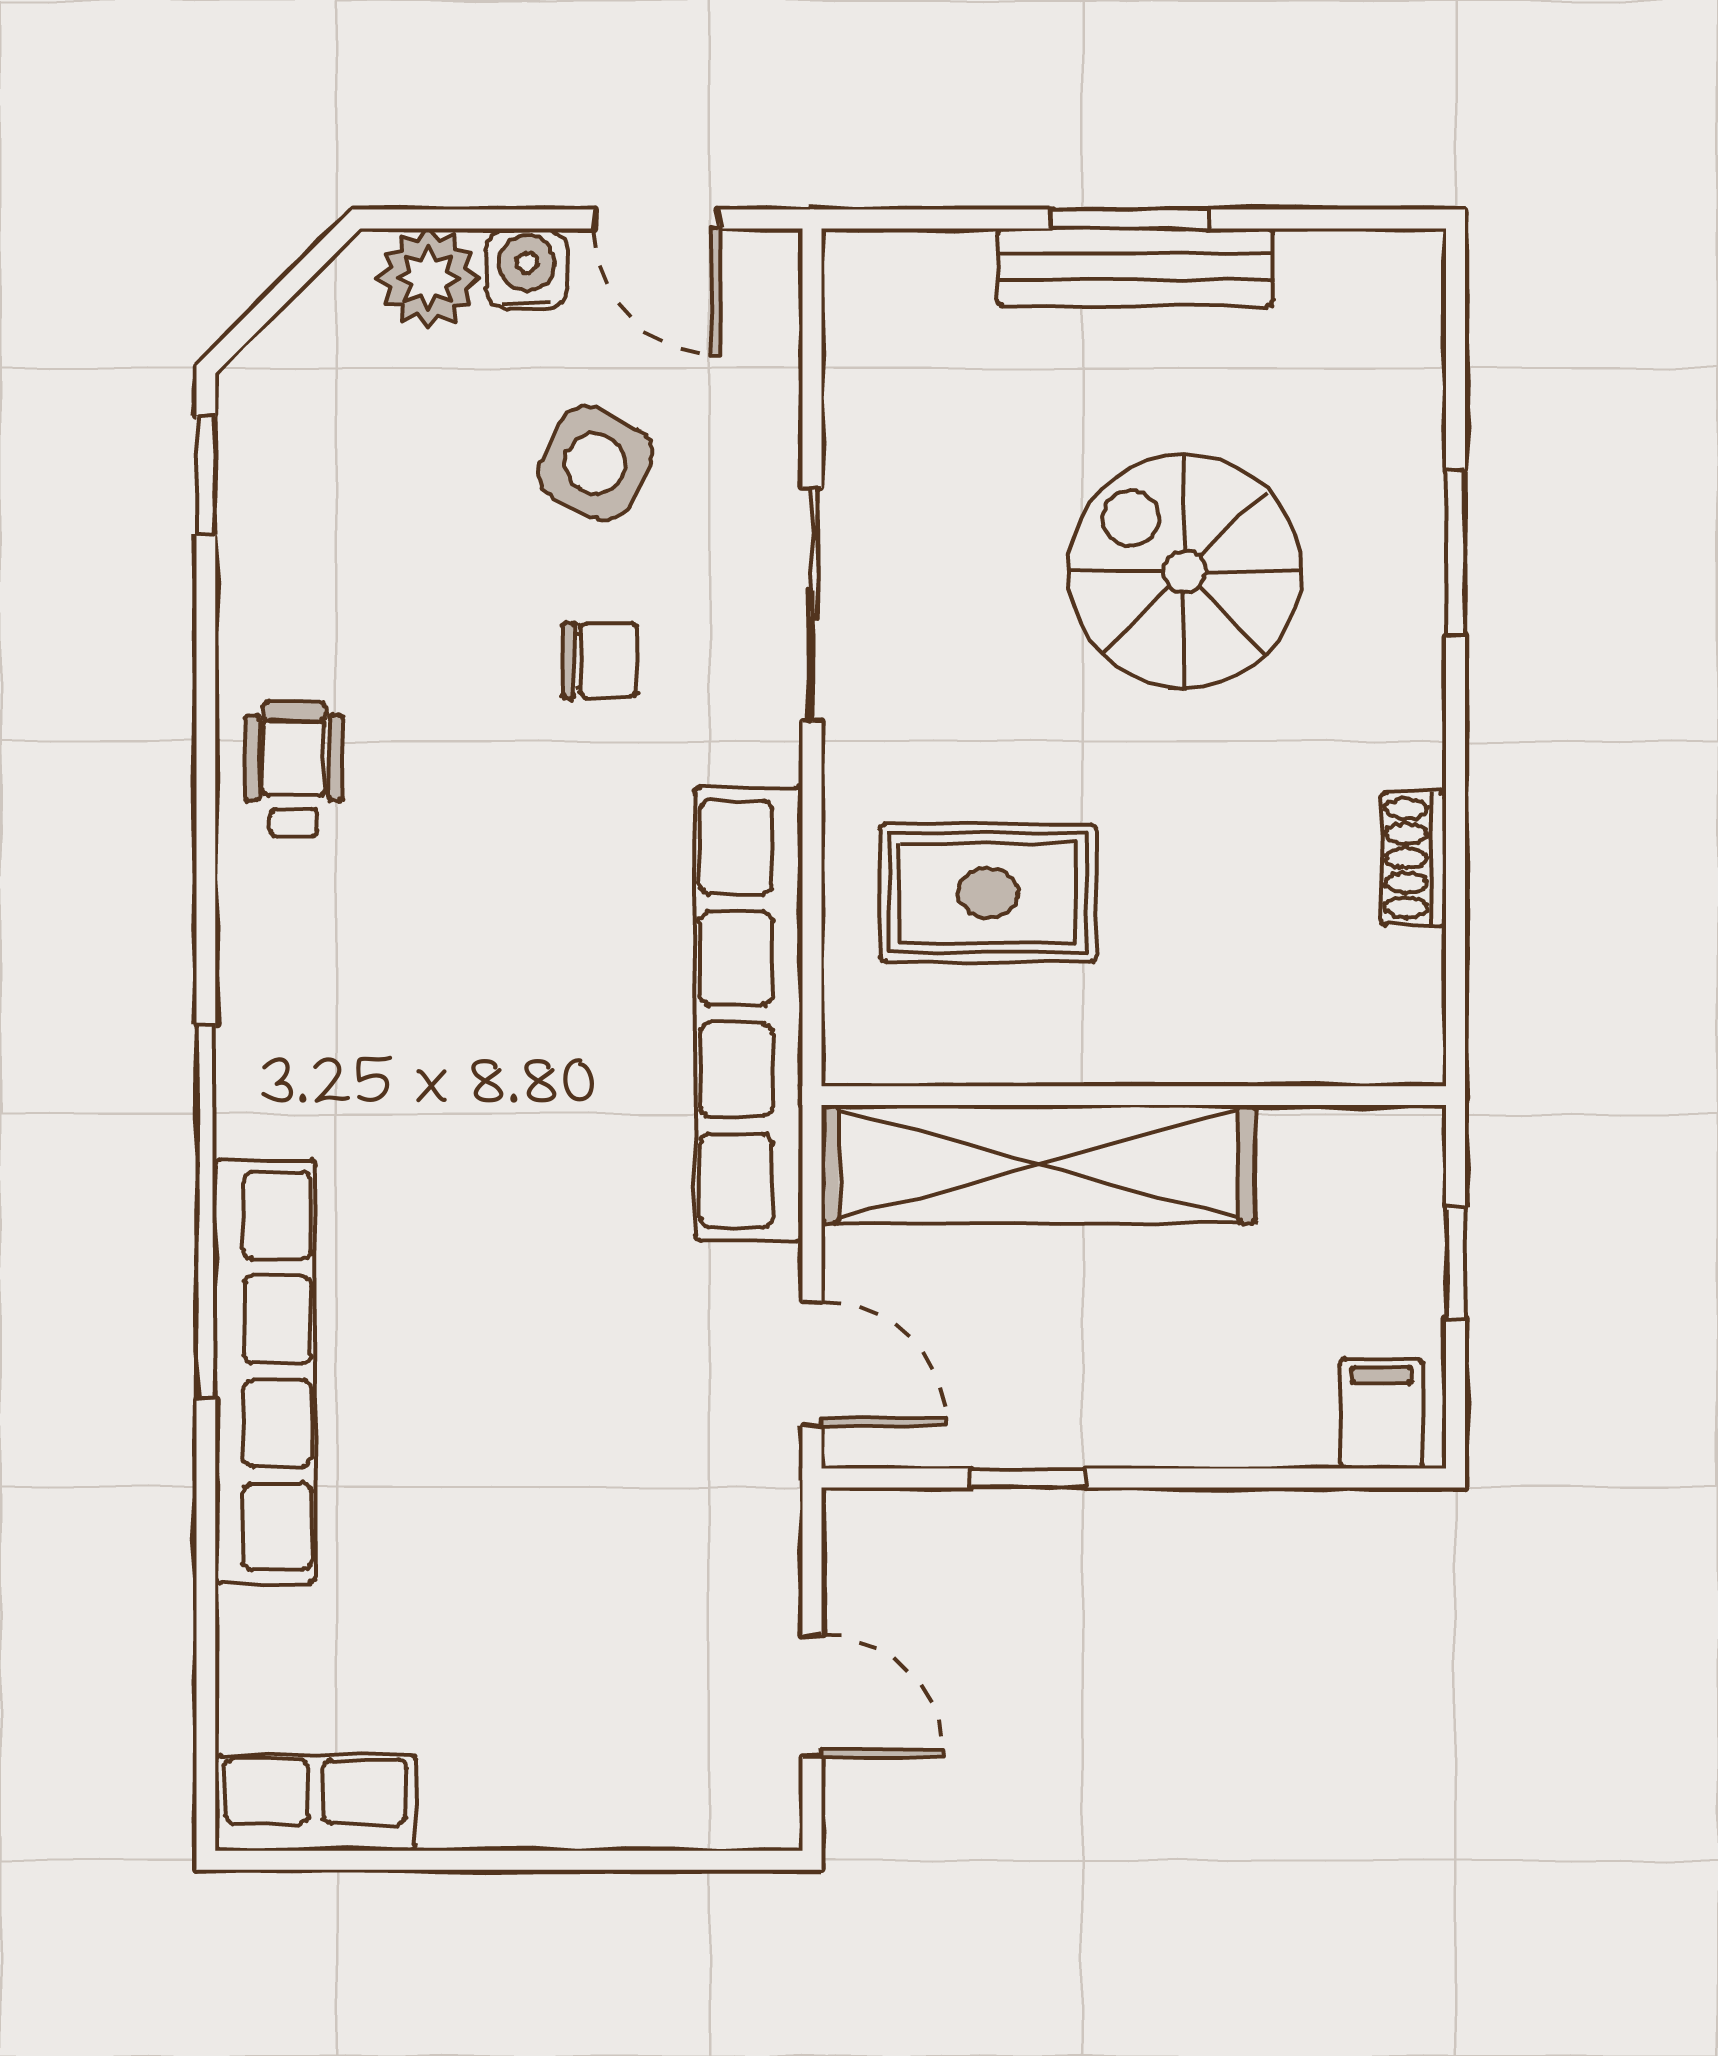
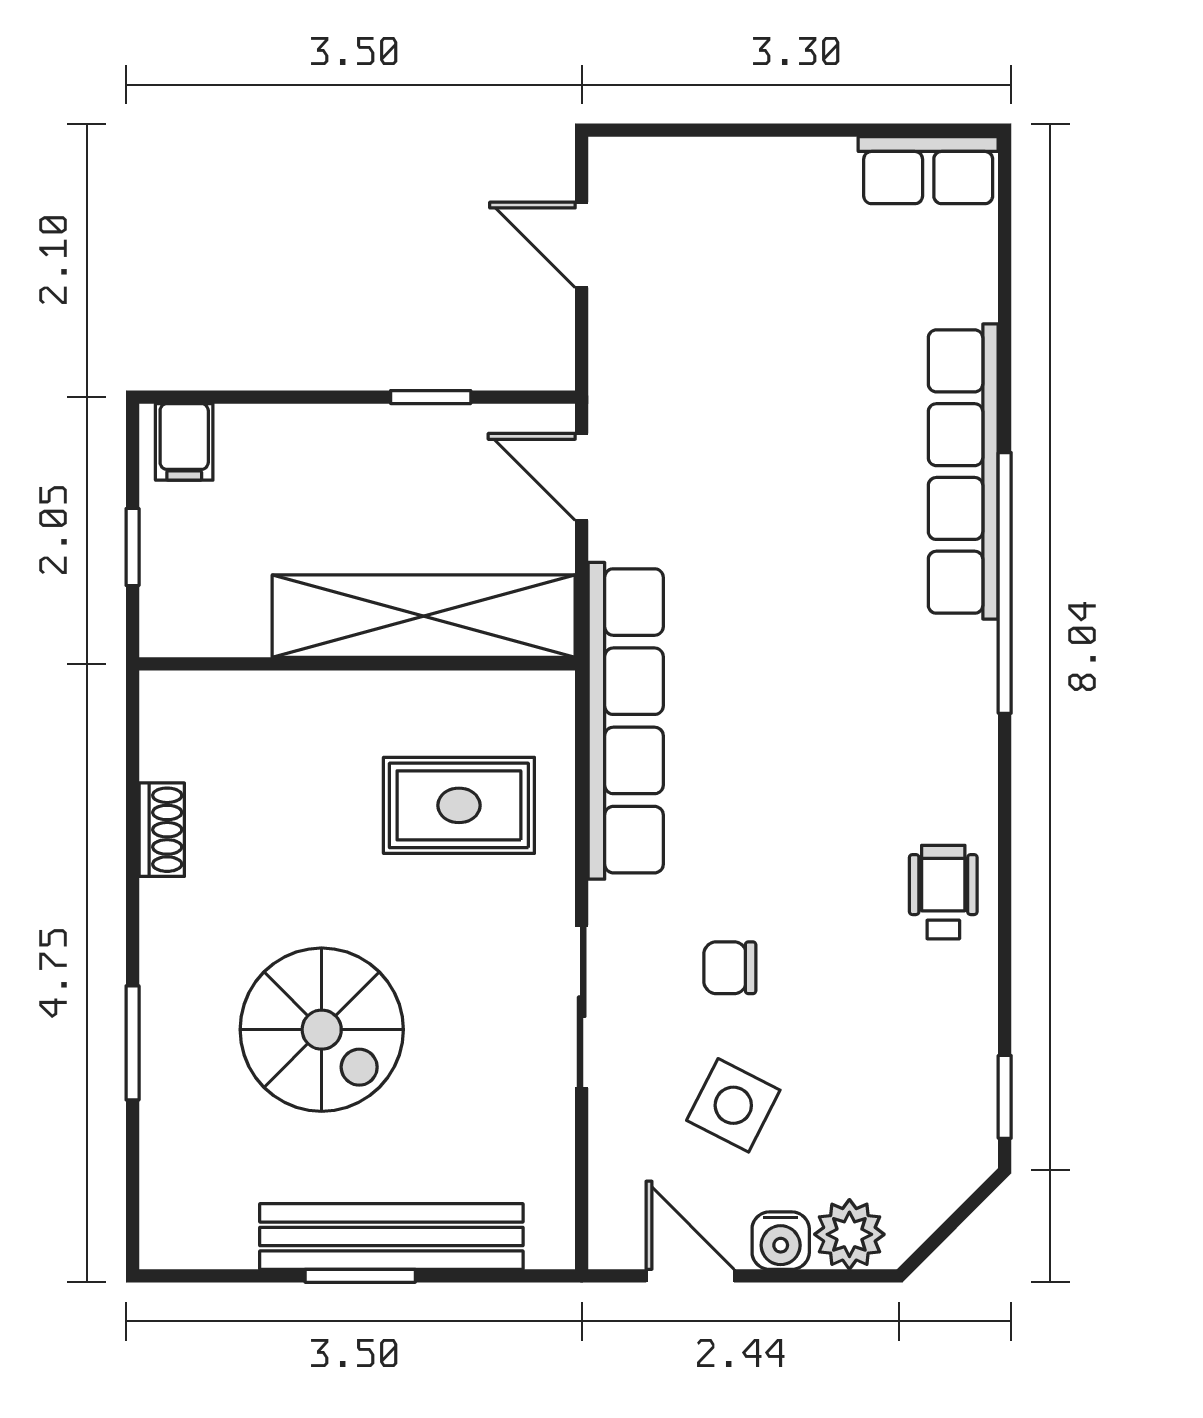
bench: (1135, 267) -> (391, 1236), width x1.37, depth x1.21
wheelchair: (294, 769) -> (943, 892), turned 180

